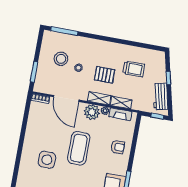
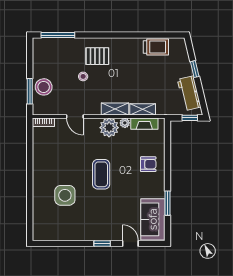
stool: (61, 59) -> (44, 87), moved
trolley: (134, 69) -> (156, 47), moved
pallet: (105, 75) -> (97, 56), moved
door: (66, 98) -> (75, 117), width x0.53
coffee table: (79, 148) -> (101, 174), width x0.73, depth x0.76

